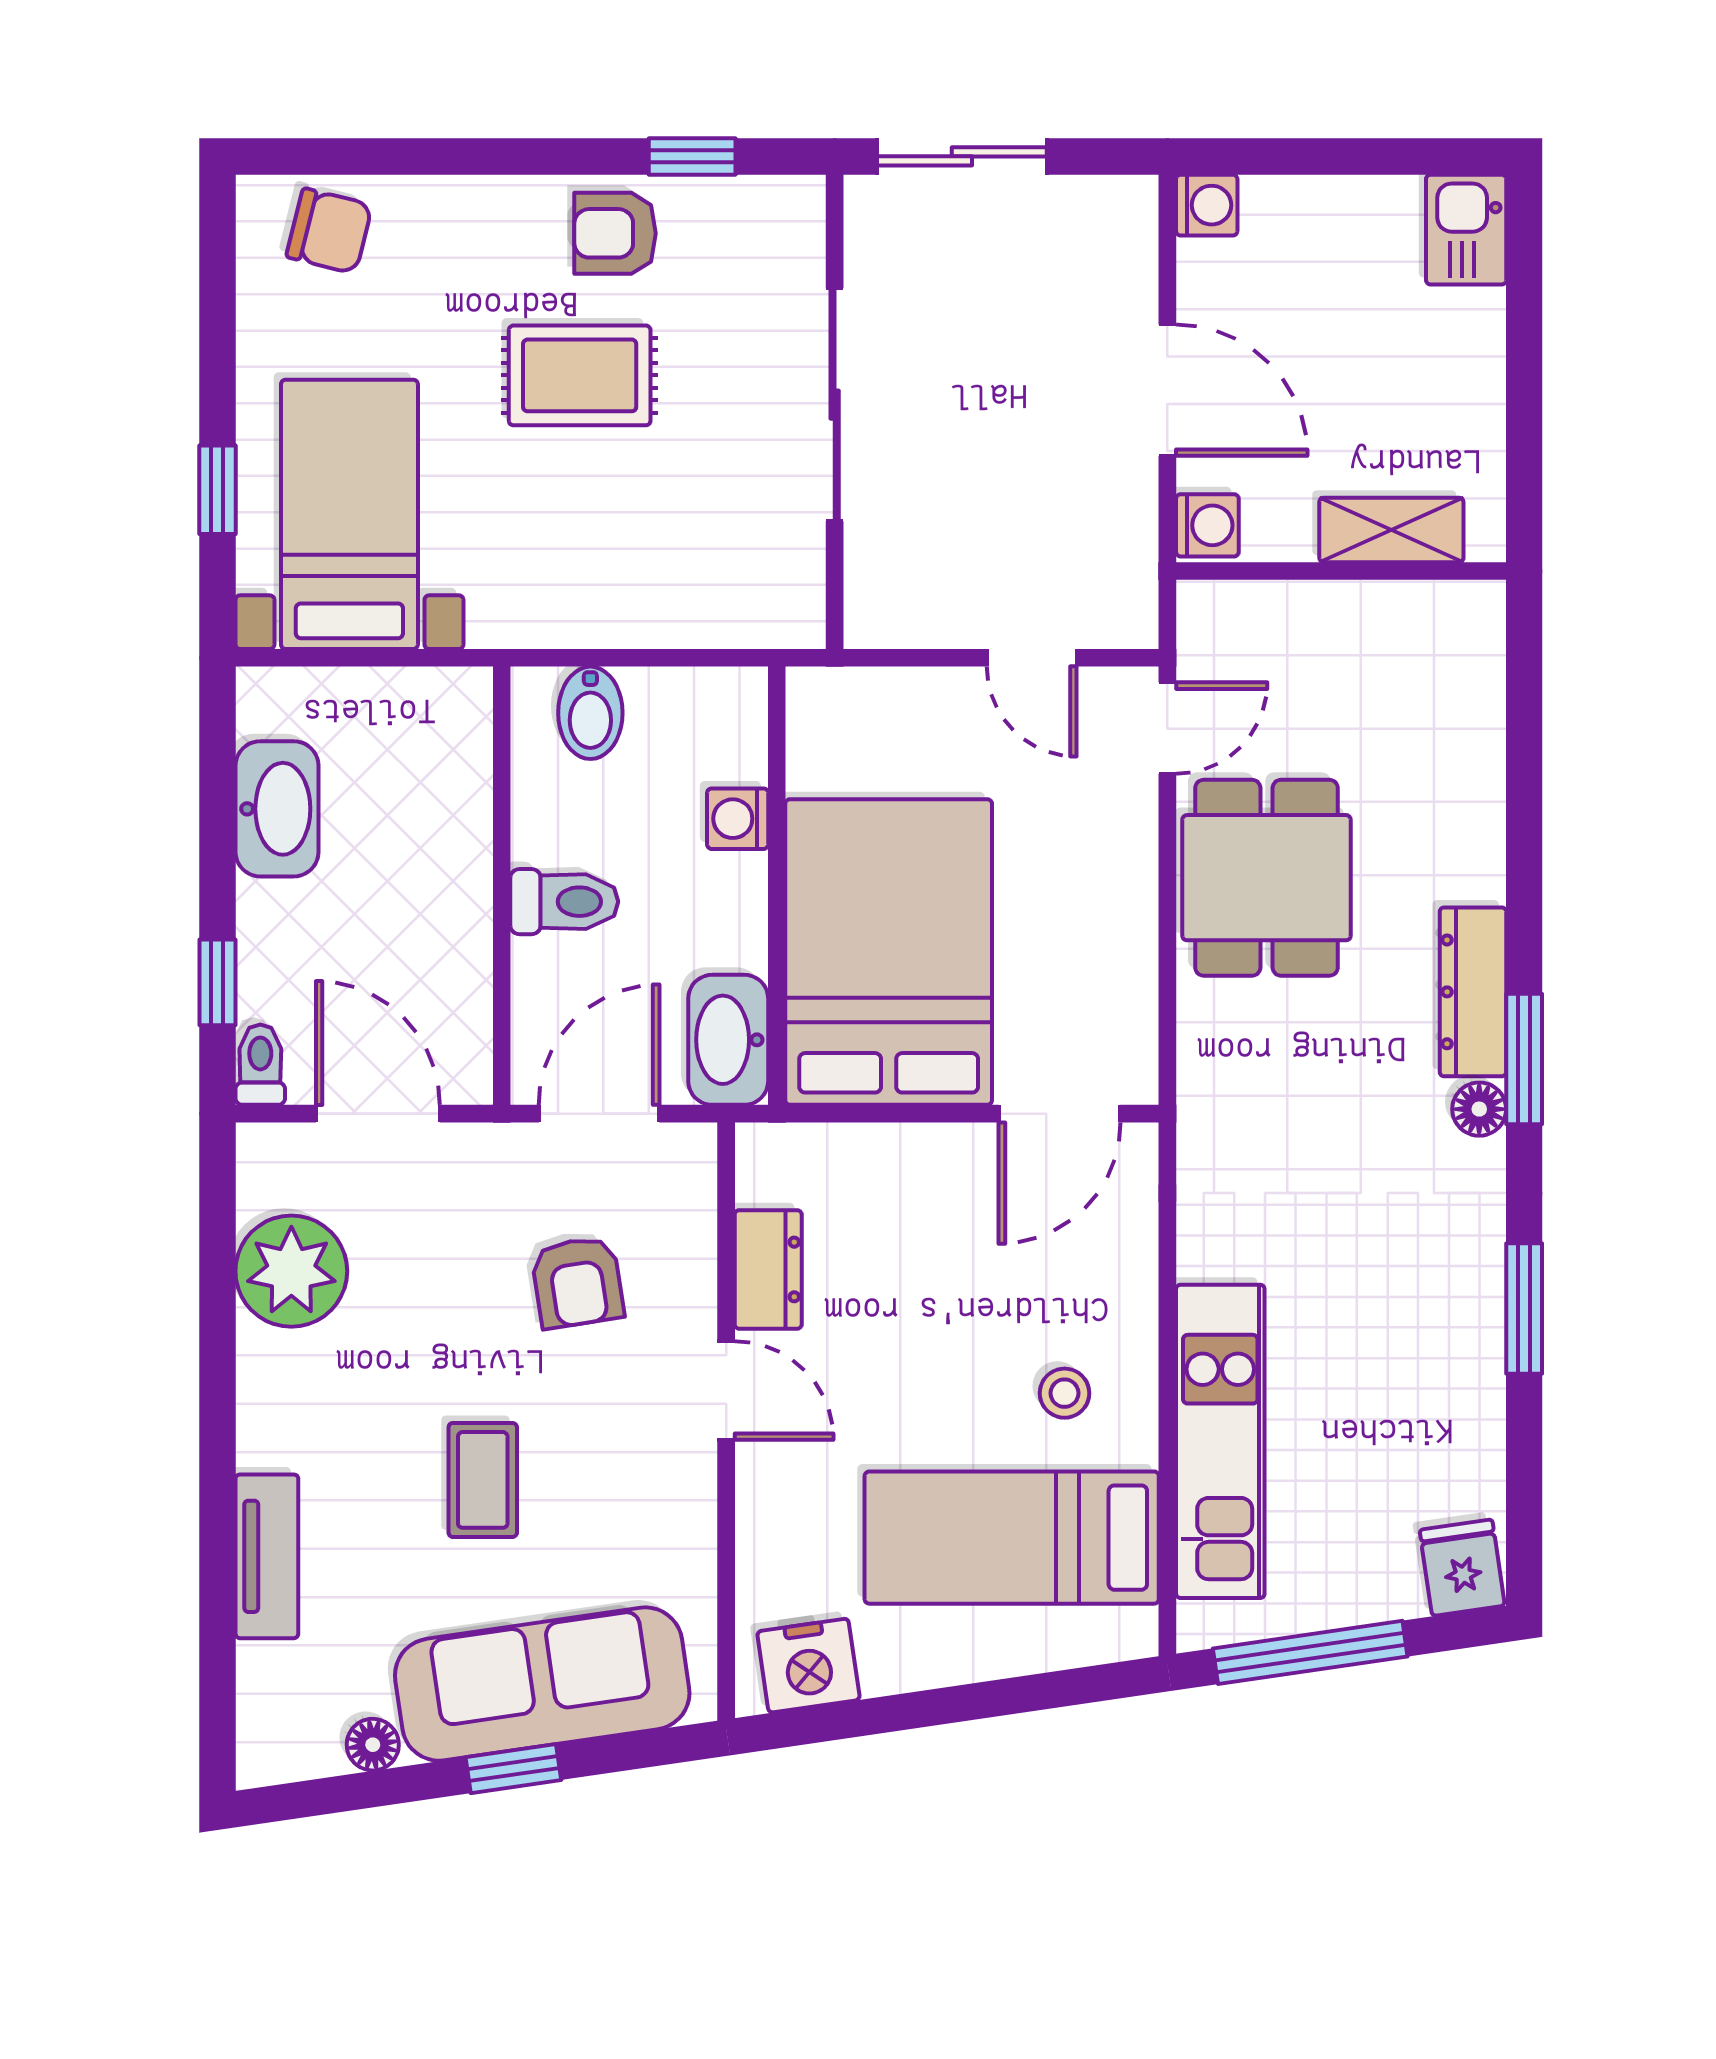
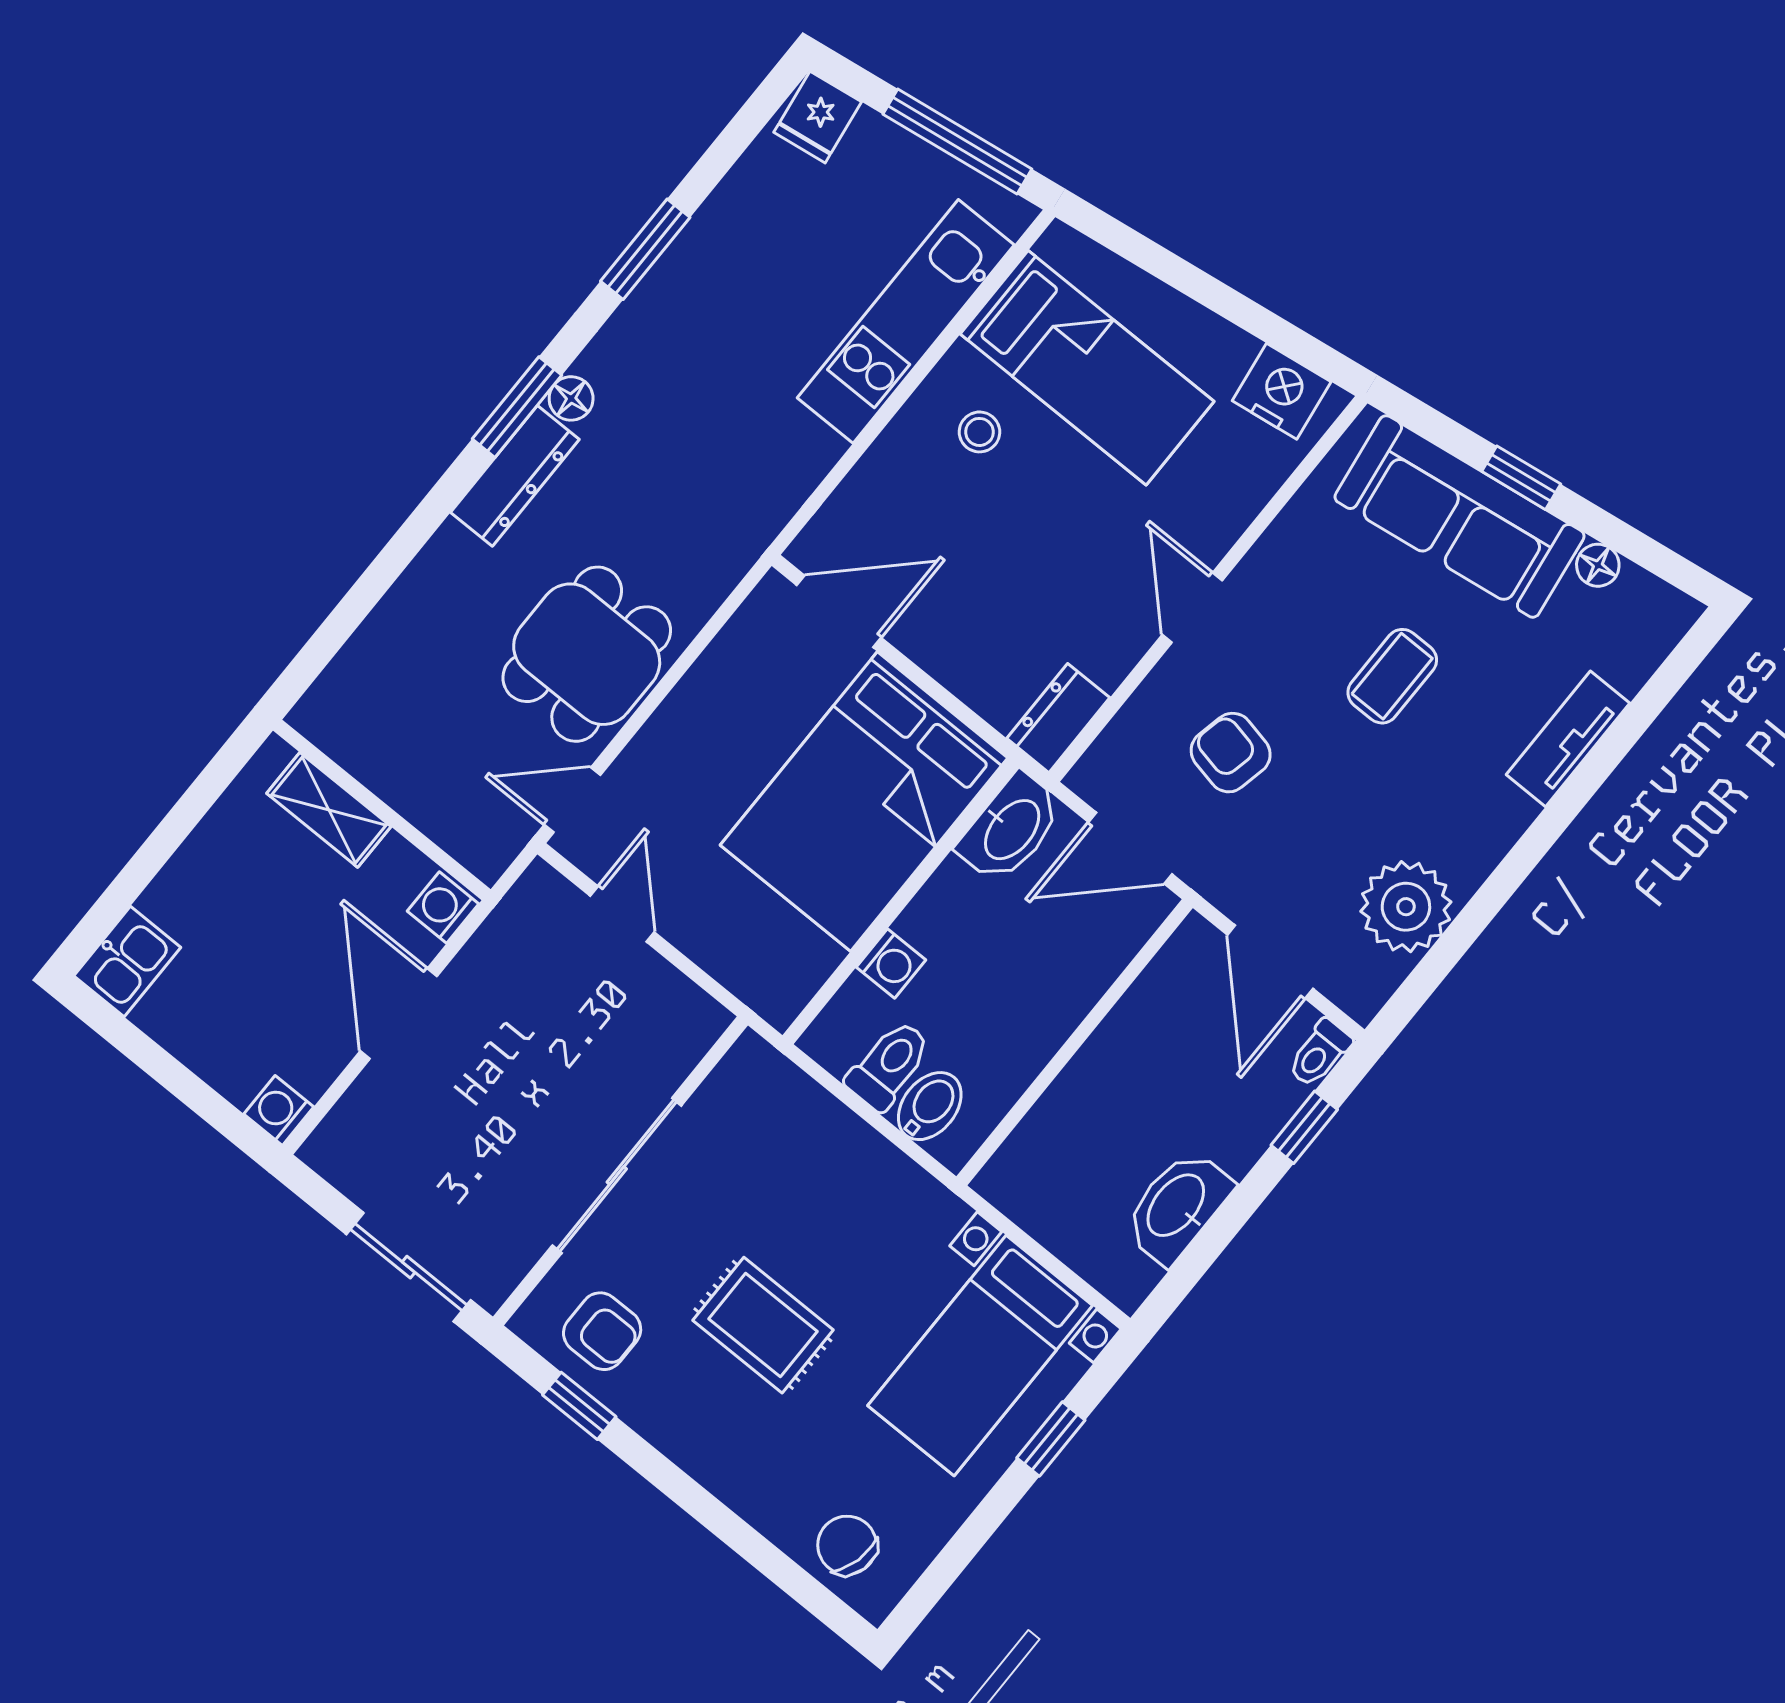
armchair: (615, 233) -> (602, 1331), moved
toilet: (564, 902) -> (889, 1065), moved, turned 90
dresser: (768, 1269) -> (1058, 718), moved
armchair: (577, 1282) -> (1231, 753), turned -69

